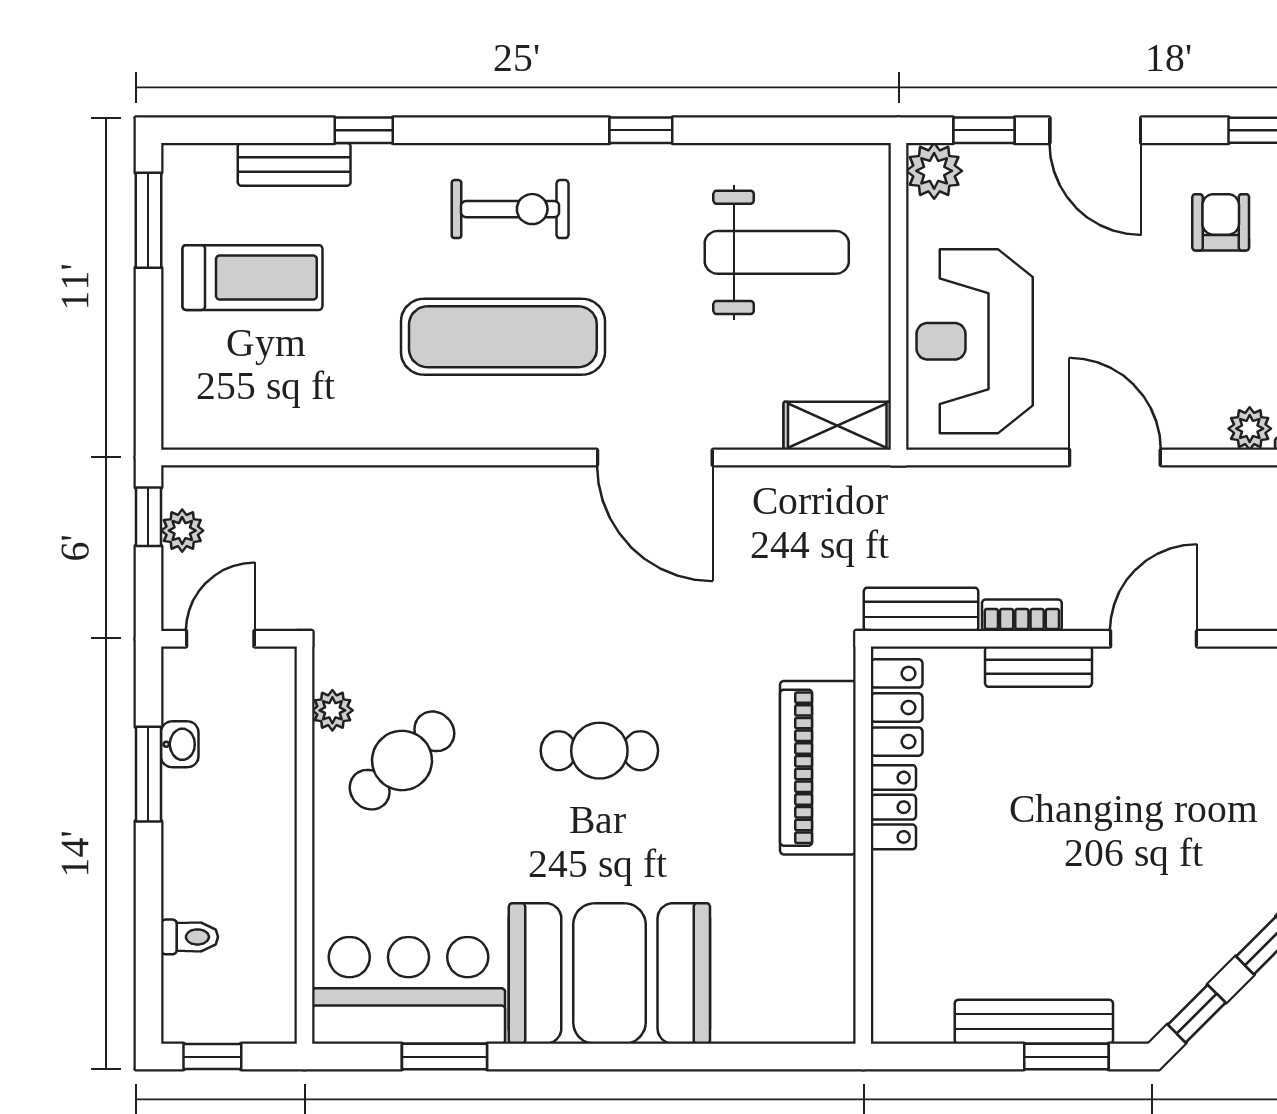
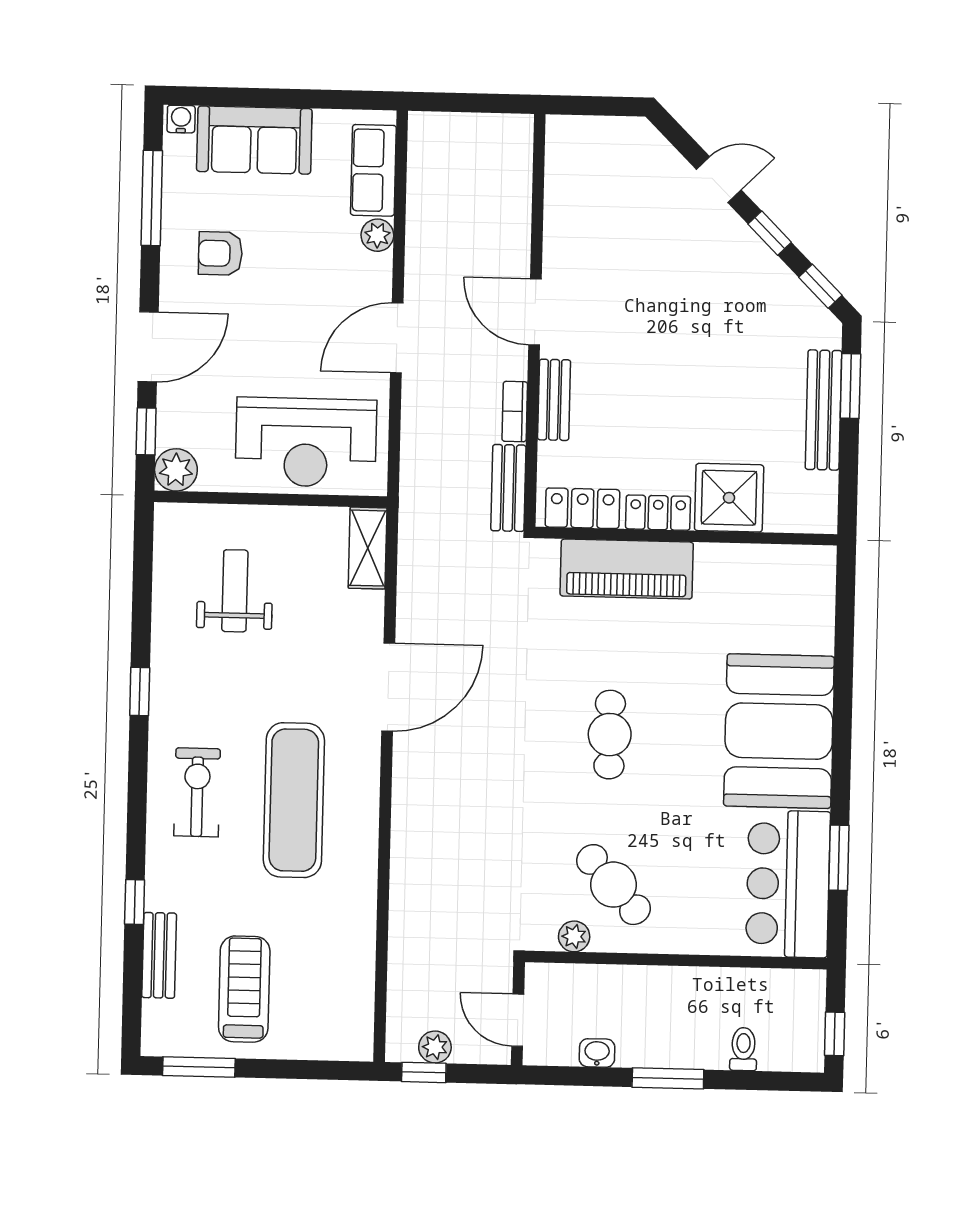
weight bench: (777, 252) -> (235, 591), width x0.73, depth x0.75
window: (148, 774) -> (668, 1078), moved
shower: (915, 900) -> (729, 498), added

